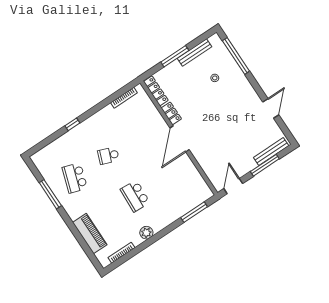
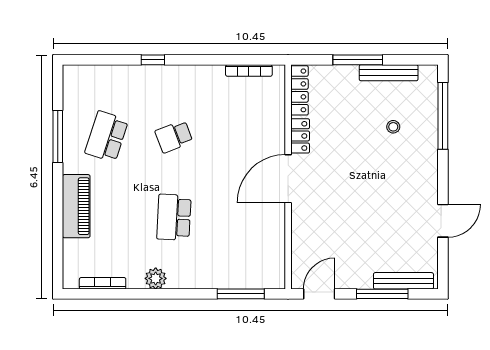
school desk: (108, 156) -> (174, 137), turned -42
piano: (90, 234) -> (76, 206), moved

